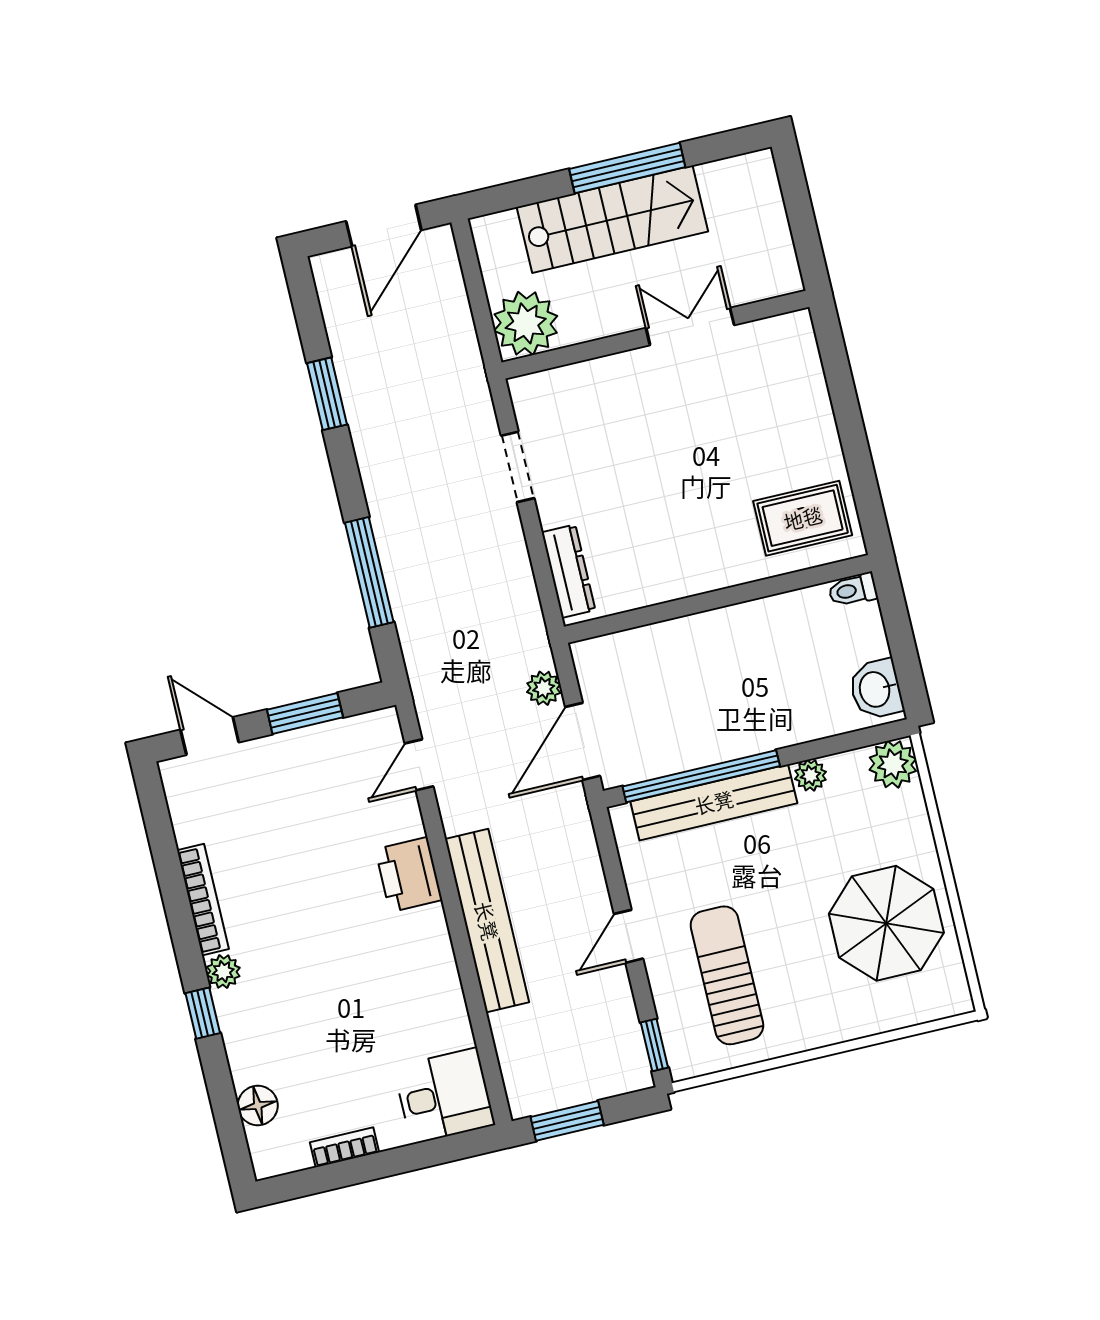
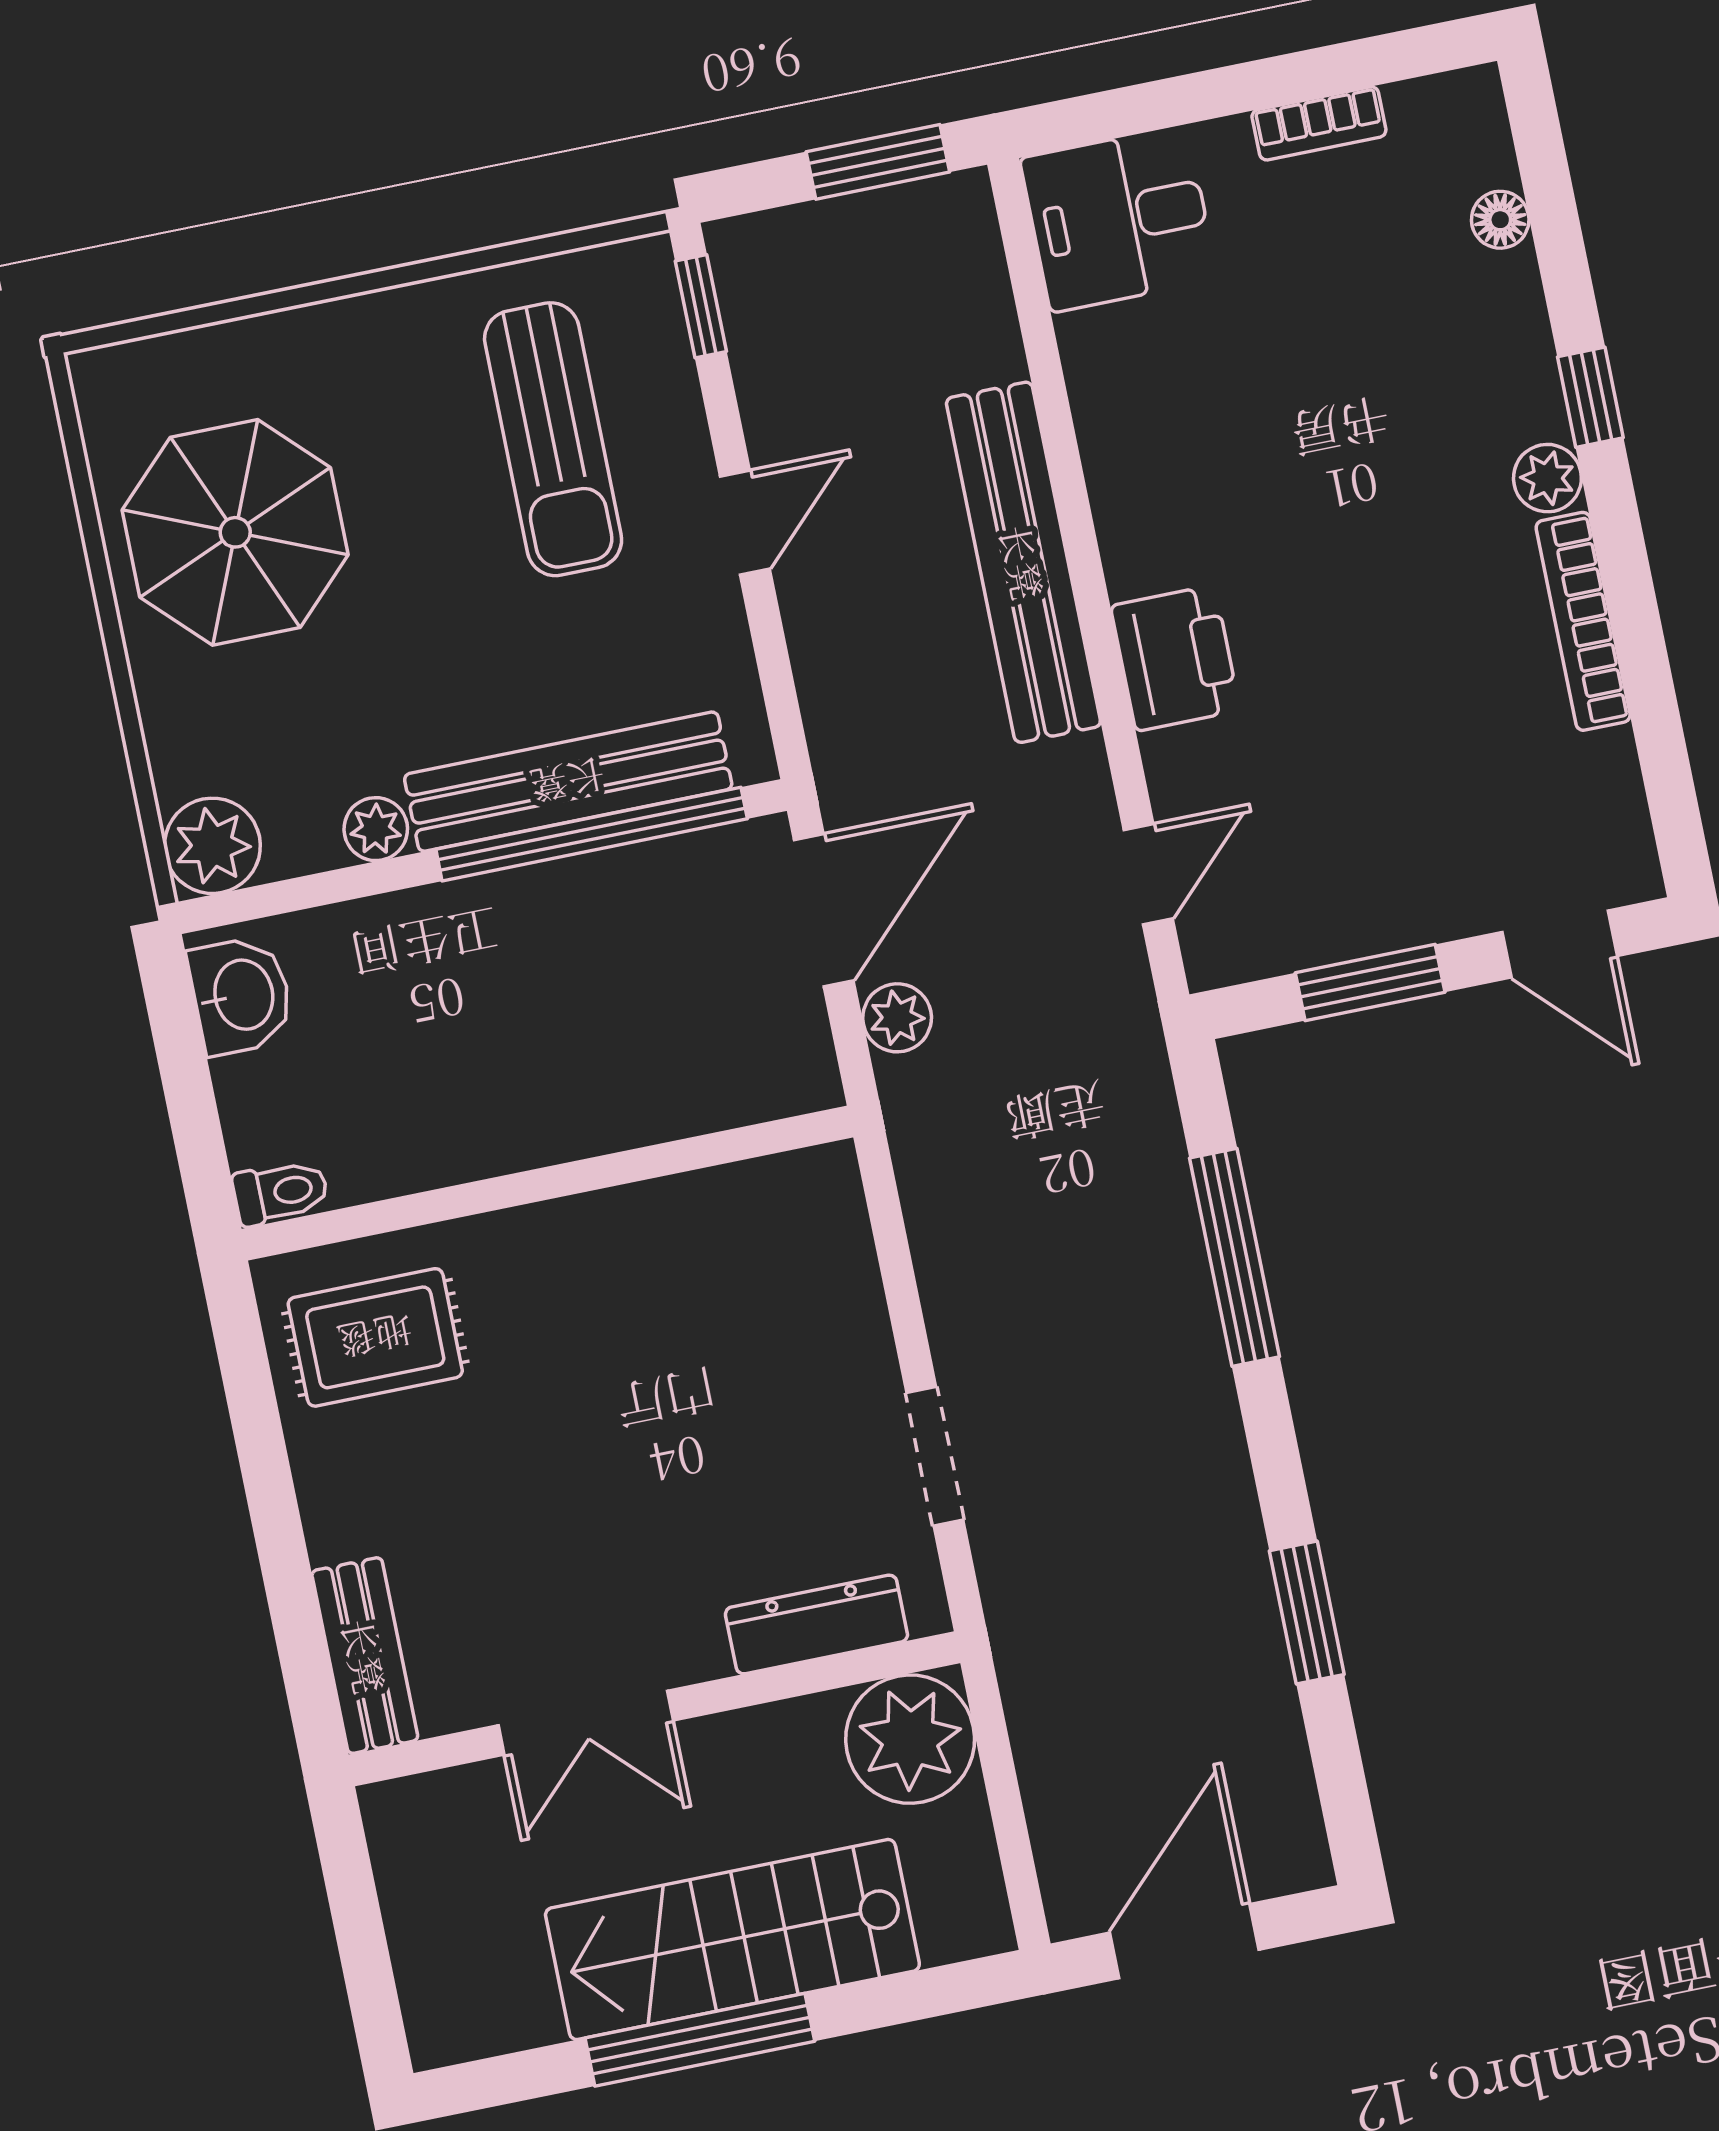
bench: (803, 357) -> (365, 1656), added
dresser: (568, 571) -> (816, 1624), moved, turned 90
floor lamp: (258, 1106) -> (1500, 220), width x0.73, depth x0.73

